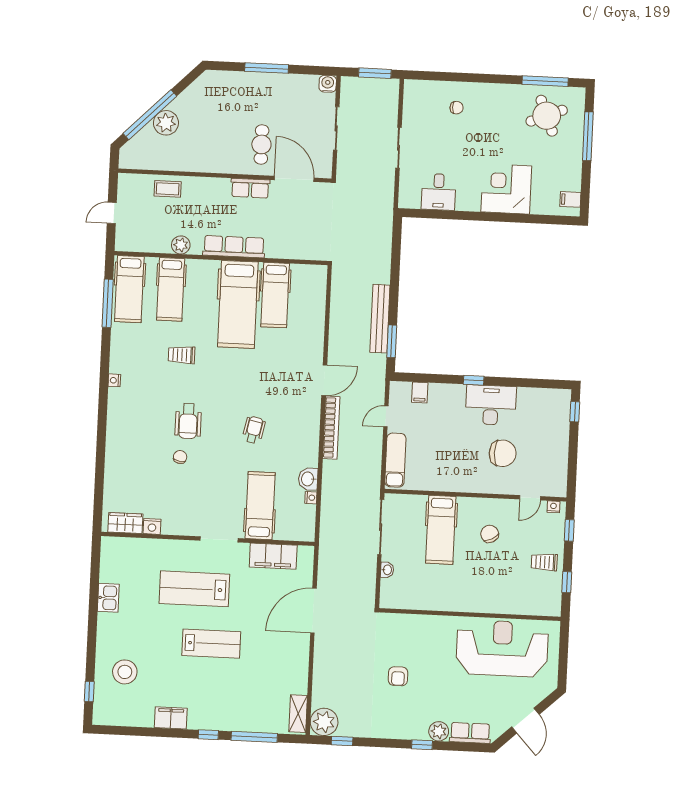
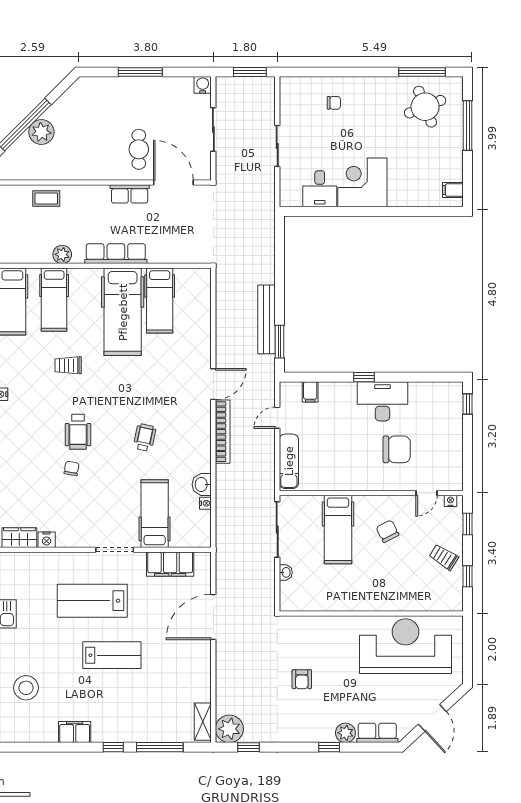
corner desk: (506, 189) -> (362, 182), moved
trolley: (544, 562) -> (444, 557), turned 32

